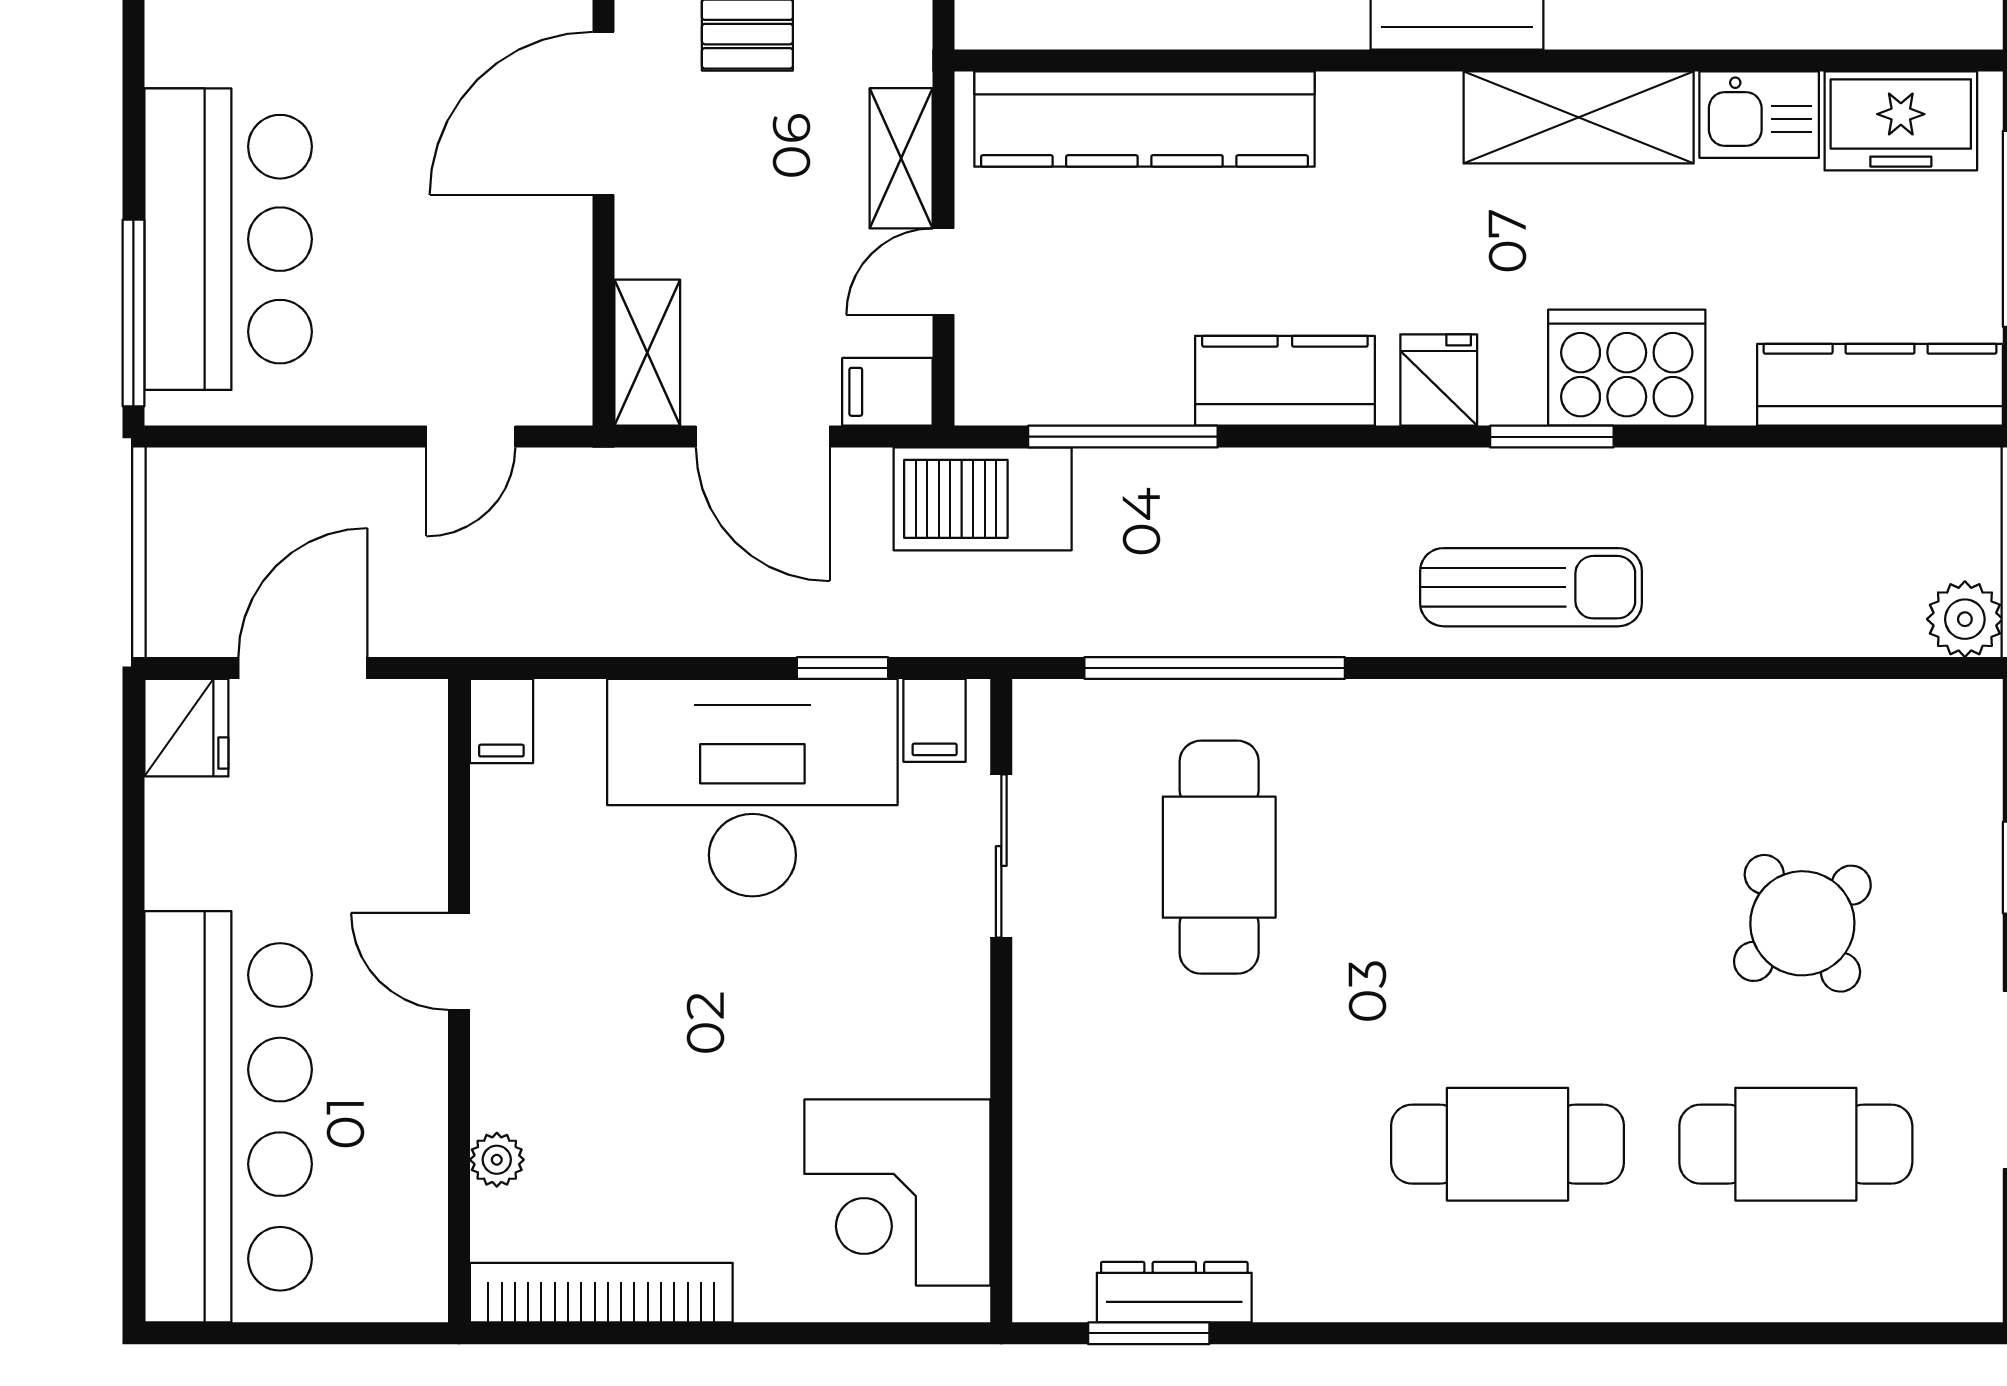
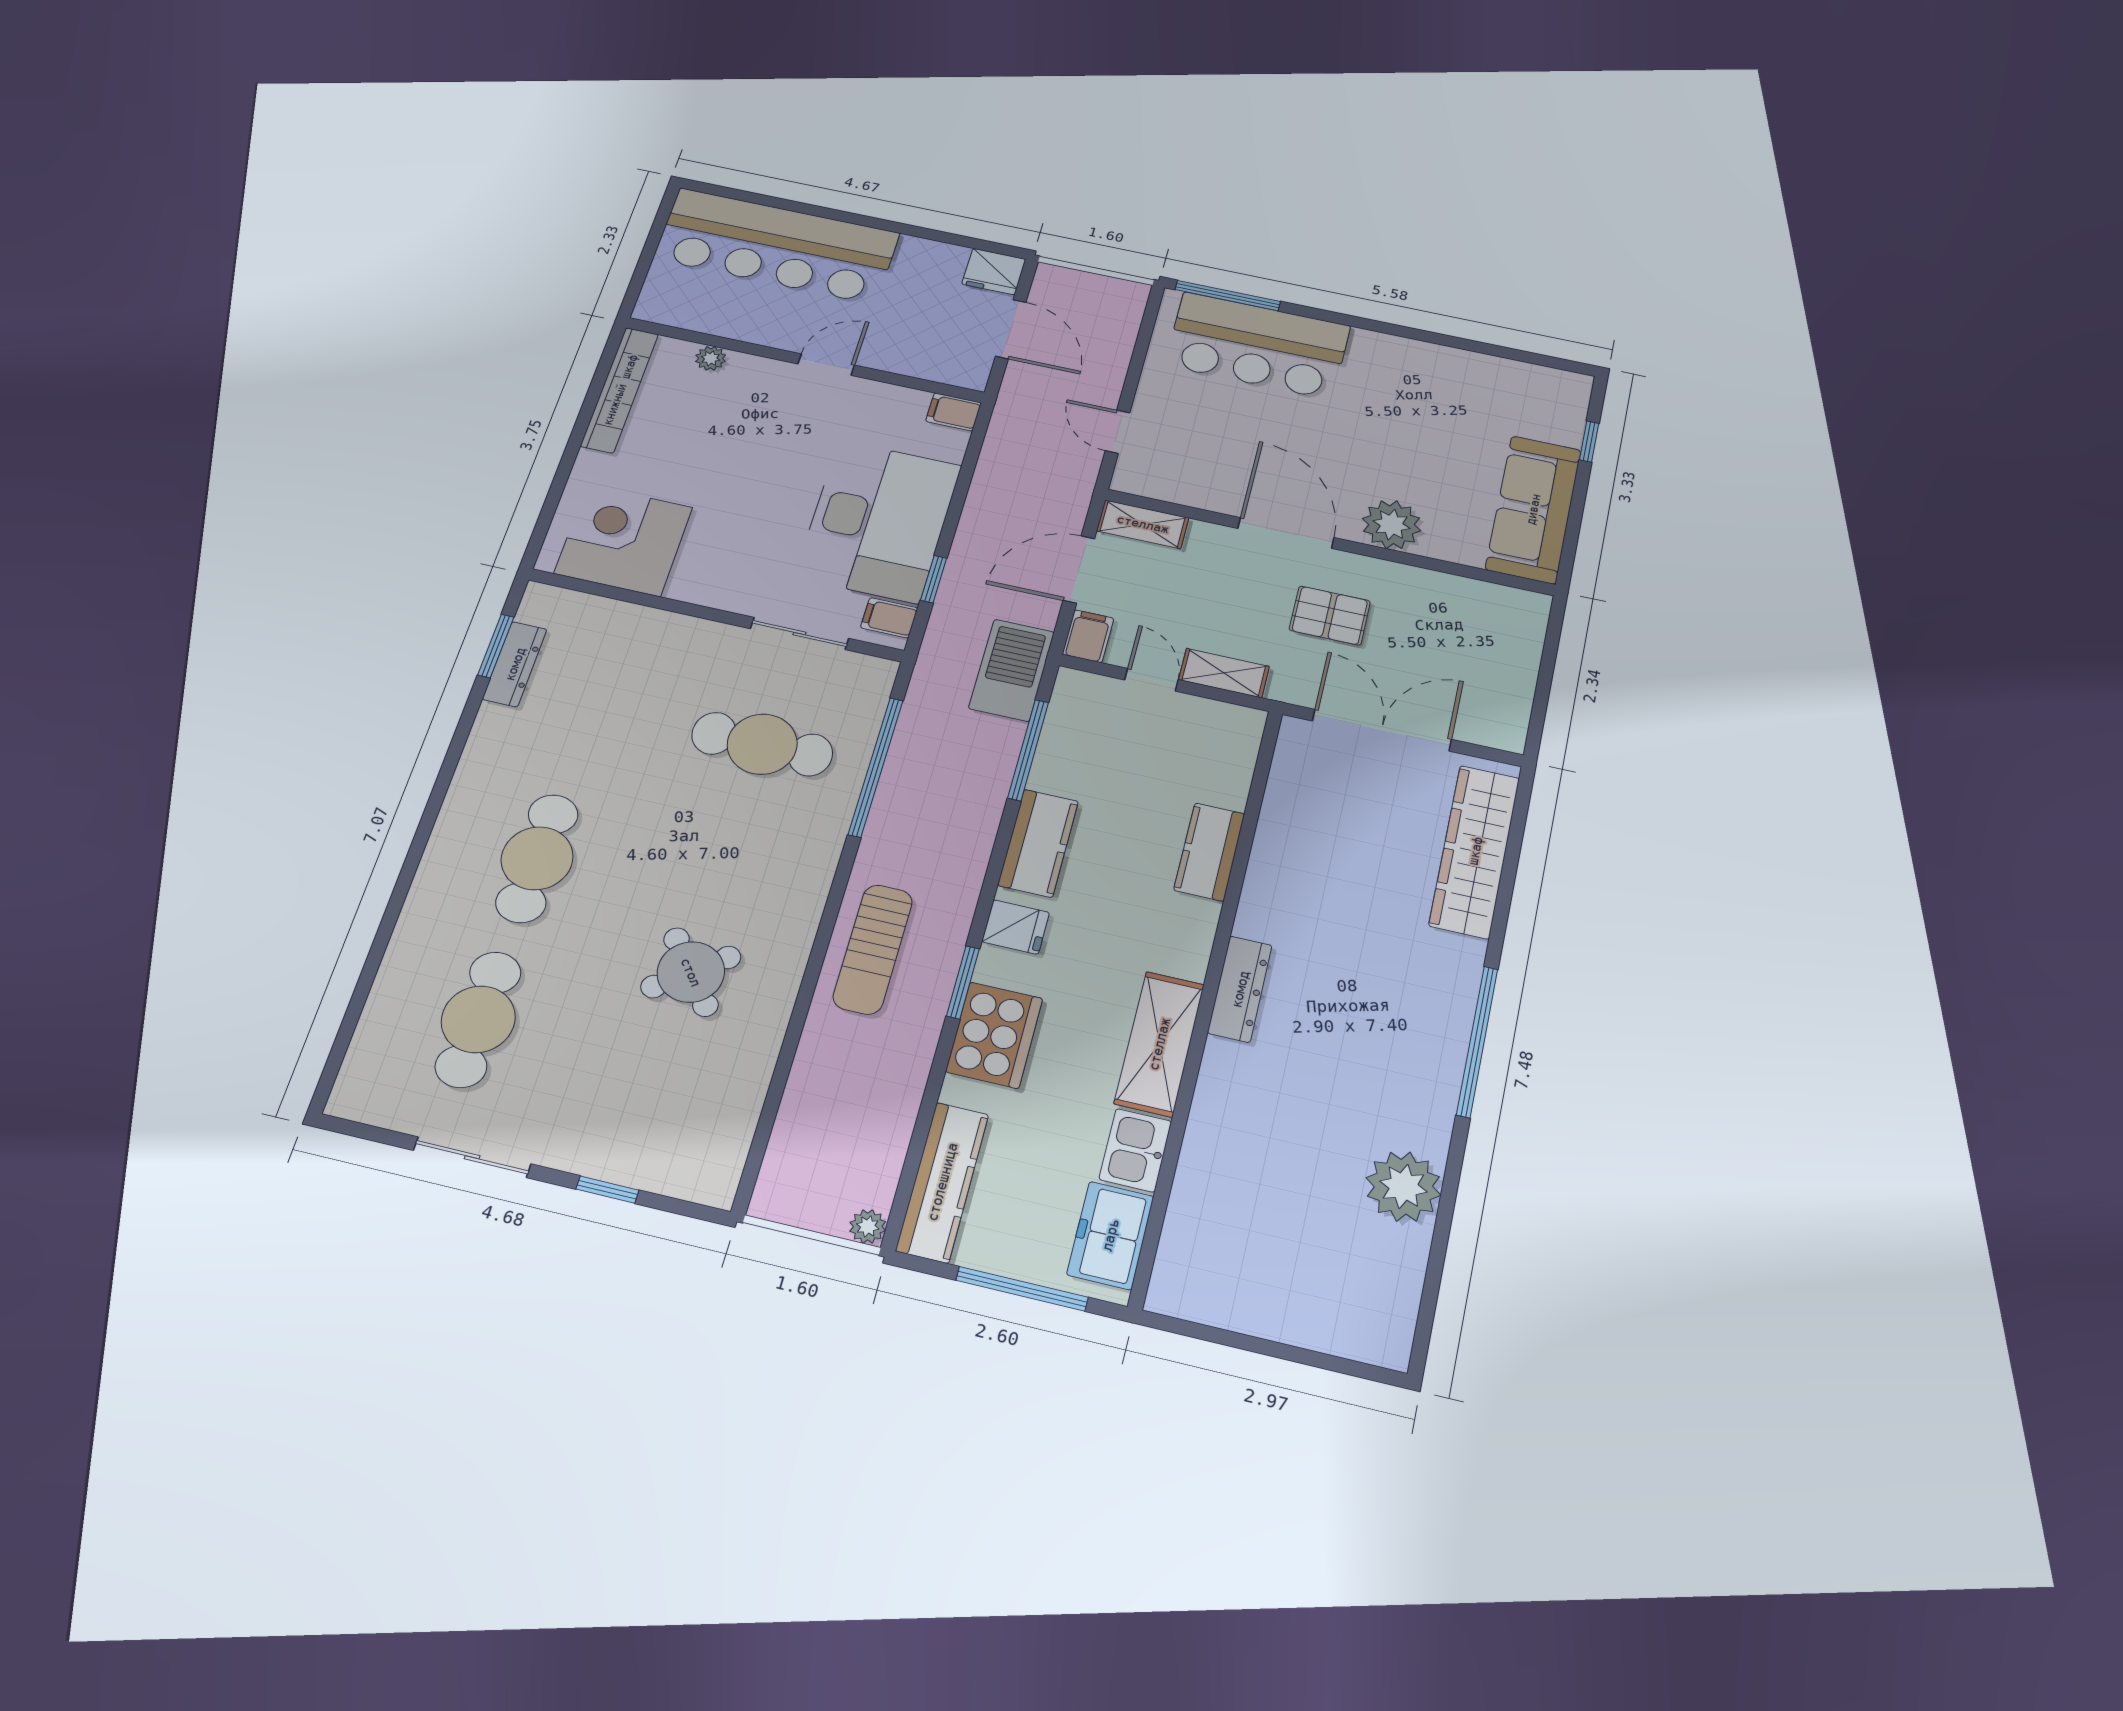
kitchen counter: (1144, 119) -> (1209, 852), width x0.48, depth x0.86
plant: (1965, 619) -> (868, 1226), moved, width x0.73, depth x0.73
round table: (1802, 923) -> (691, 972), moved

